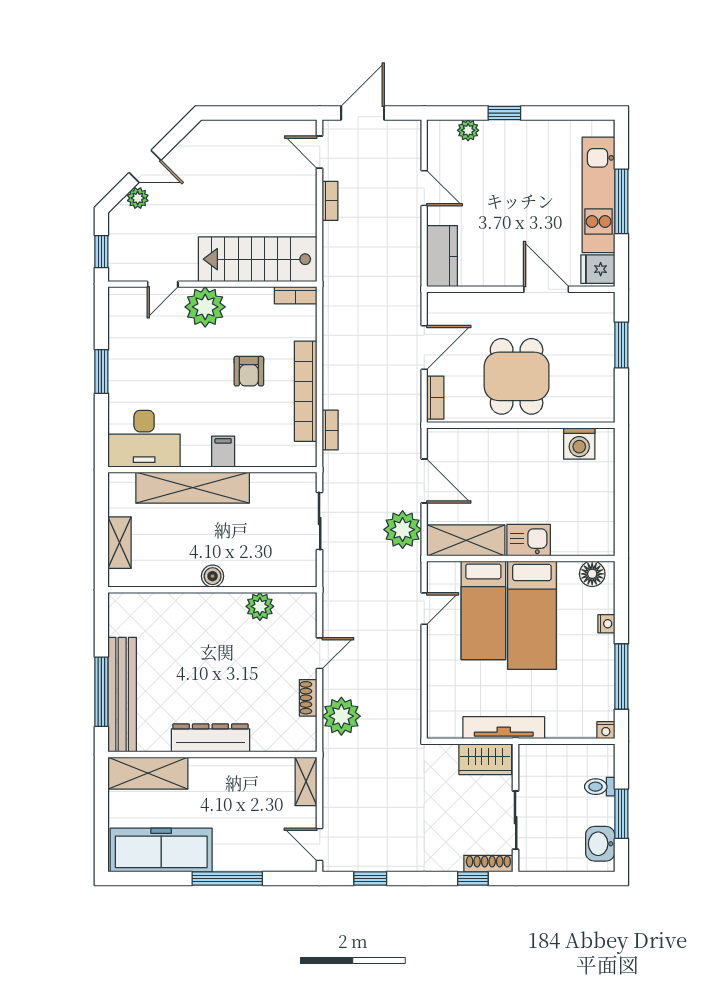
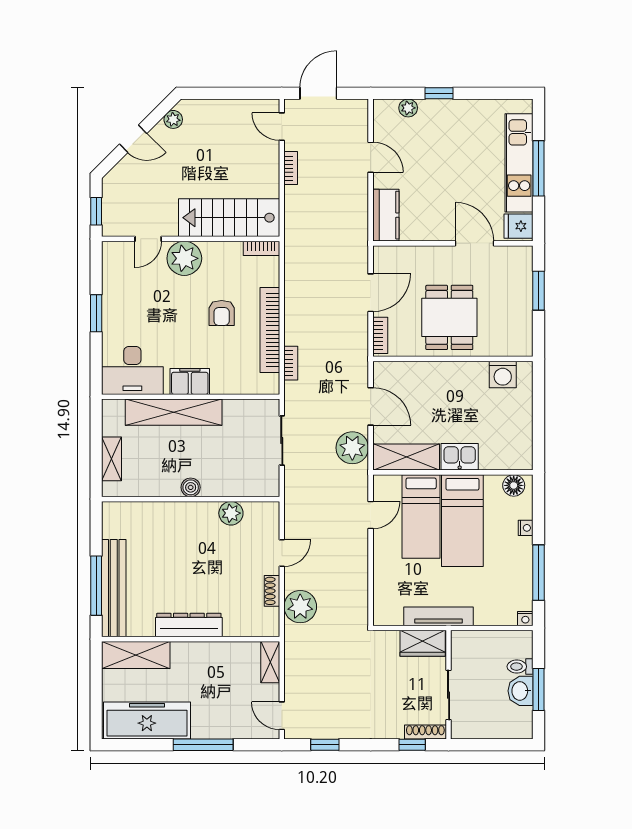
plant: (138, 198) -> (173, 119), moved
filing cabinet: (223, 452) -> (190, 381), width x2.00
washbasin: (600, 844) -> (521, 691), moved

